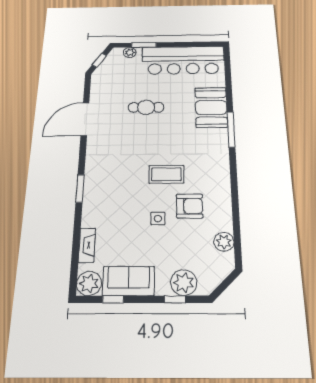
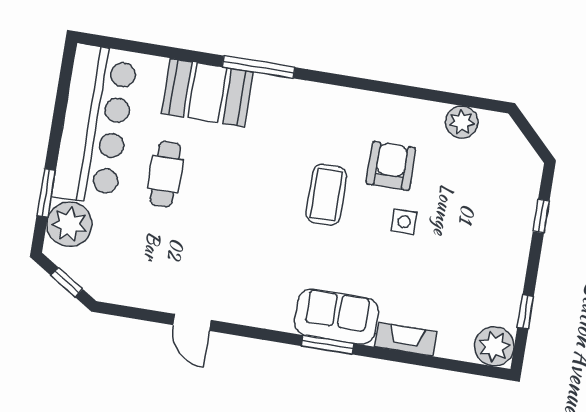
plant: (130, 53) -> (69, 224), width x1.87, depth x1.87
cafe table: (146, 107) -> (165, 174), moved
door: (85, 119) -> (192, 322), width x0.53
fireplace: (87, 245) -> (406, 339), moved
sofa: (129, 281) -> (337, 317), moved, turned 90
plant: (184, 283) -> (517, 198), removed

